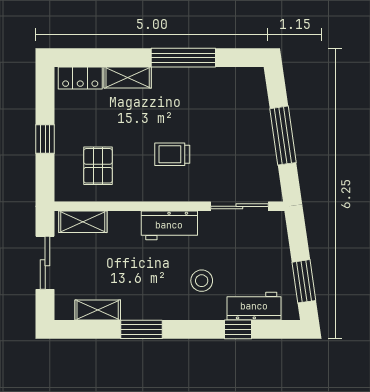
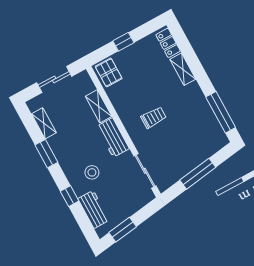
window: (183, 58) -> (221, 112), moved
trolley: (172, 154) -> (154, 117), turned 90
pallet: (98, 166) -> (109, 72), moved, turned 90
shelving: (83, 222) -> (99, 106), moved
window: (238, 329) -> (70, 196), moved

